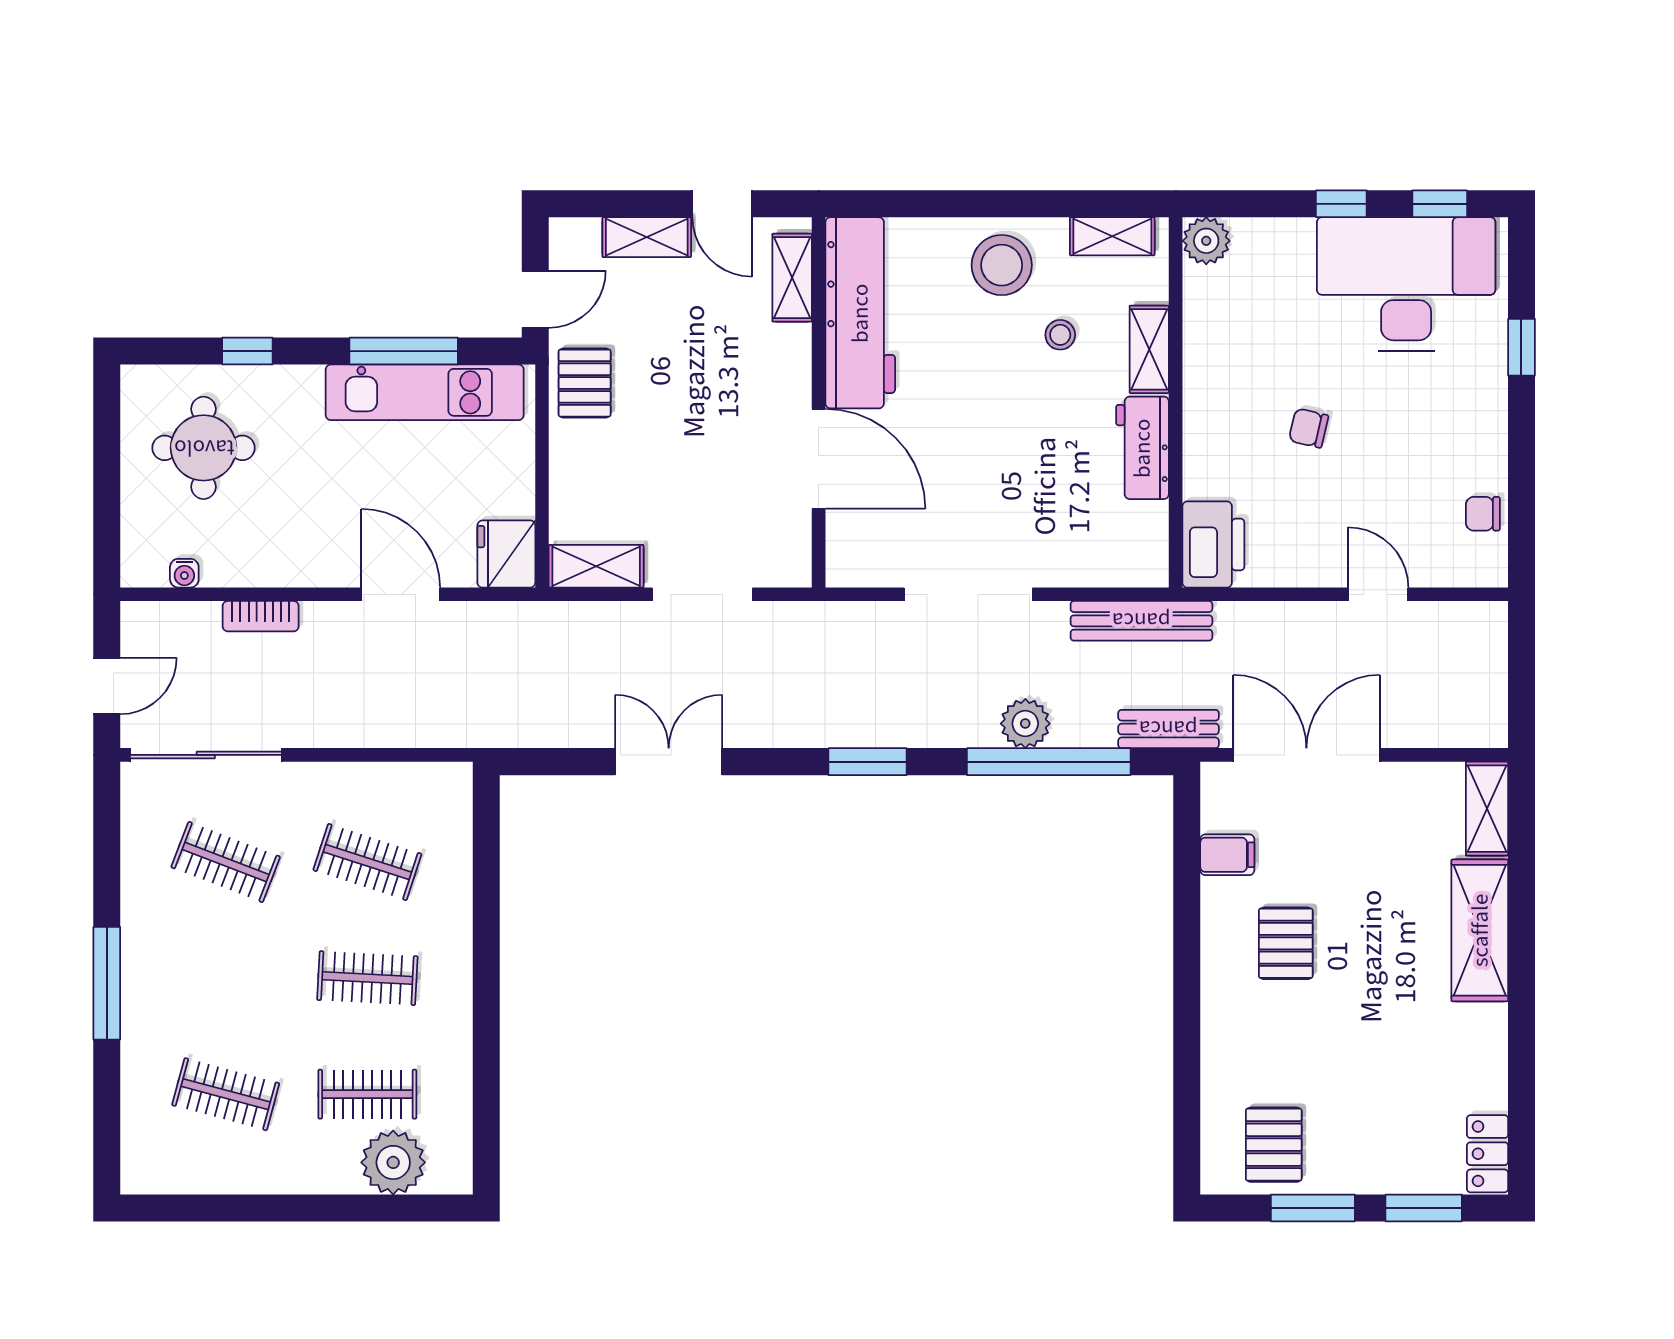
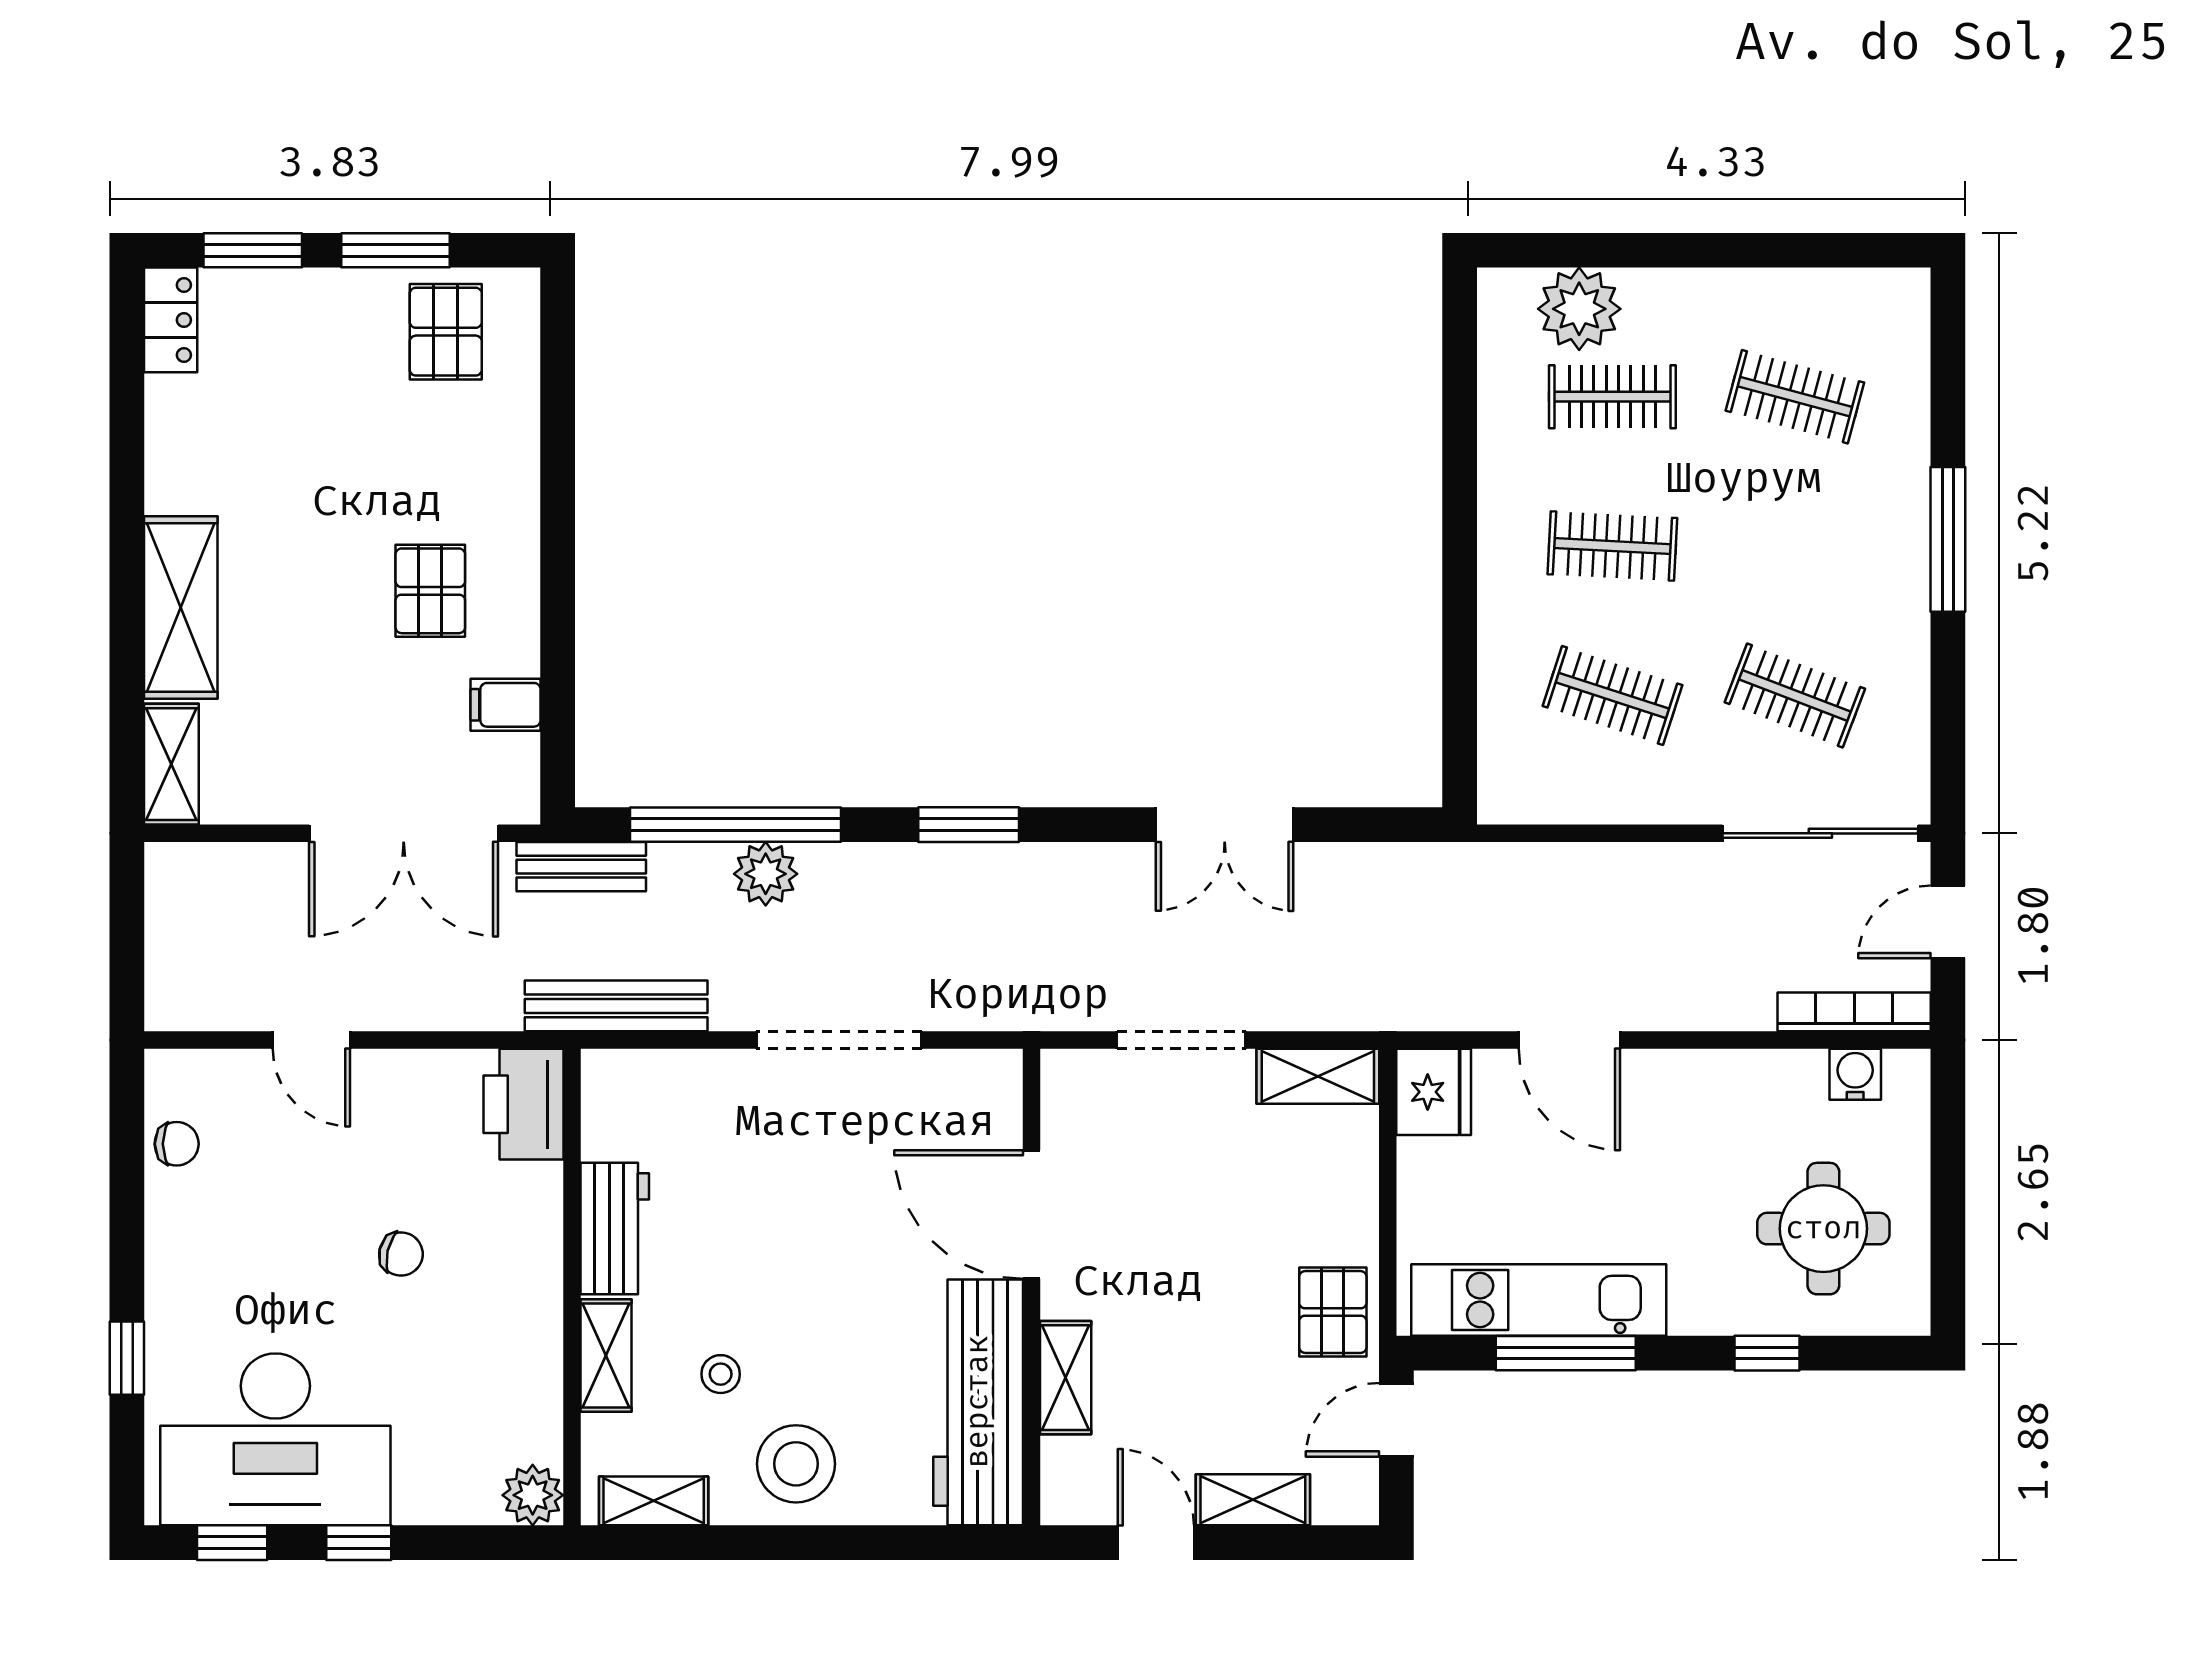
shelving: (792, 278) -> (1066, 1378), moved
water cooler: (184, 573) -> (1855, 1074), width x1.38, depth x1.38
bookcase: (261, 616) -> (1854, 1012), moved, width x1.56

